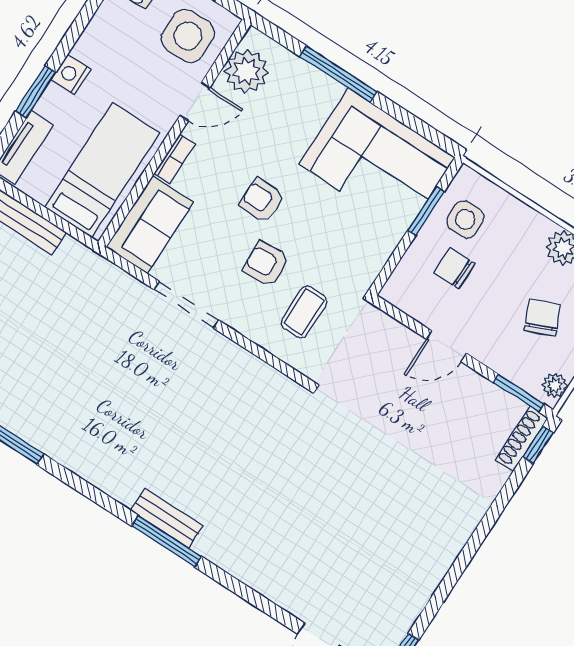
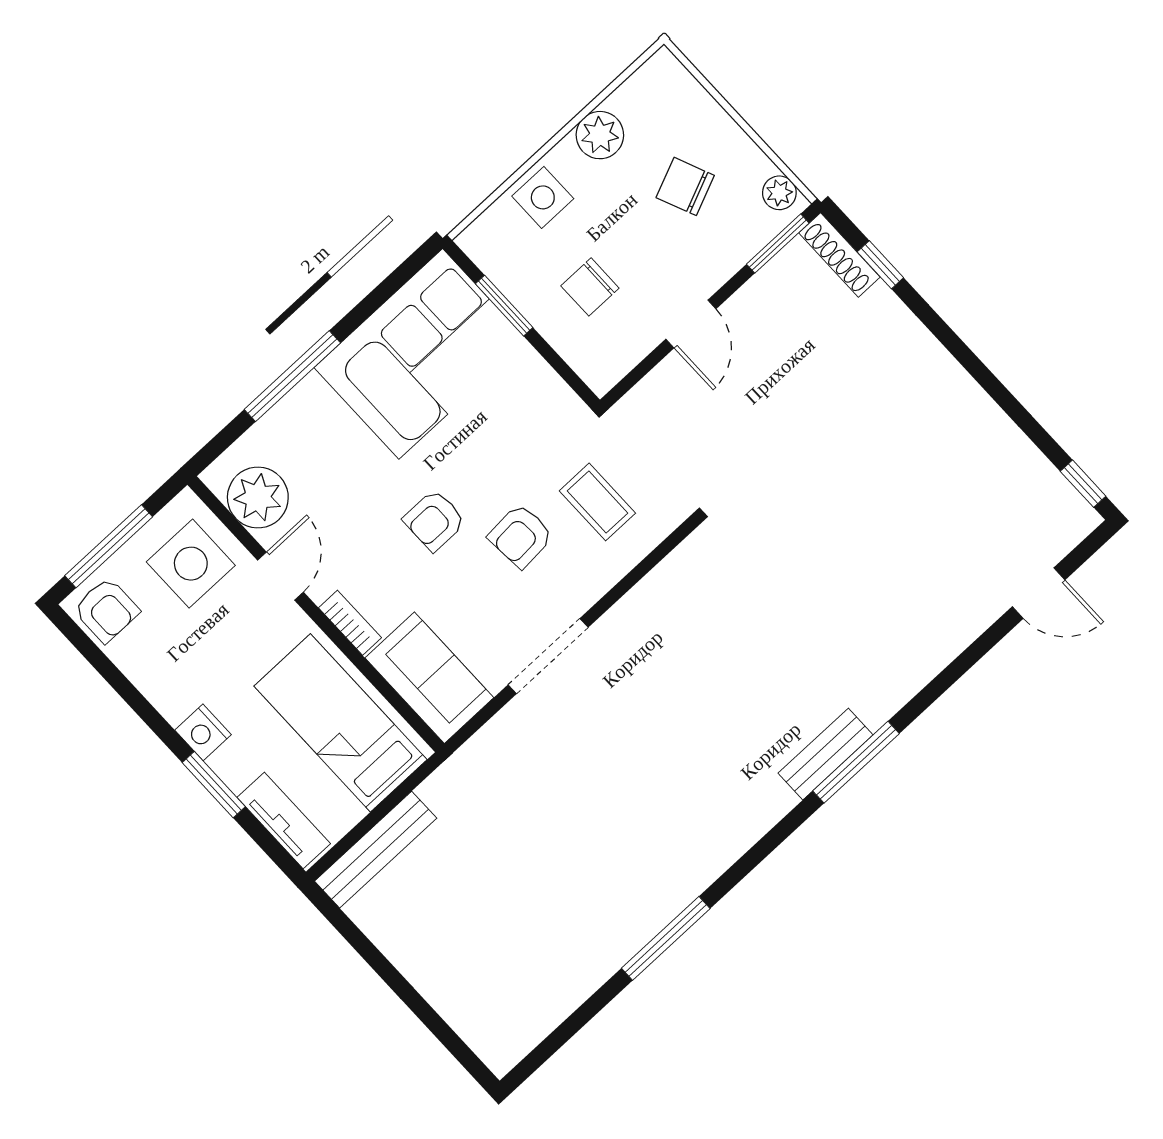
side table: (465, 219) -> (543, 197), moved
window: (538, 445) -> (880, 265), moved

